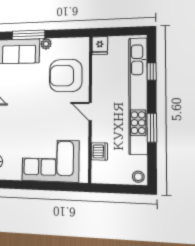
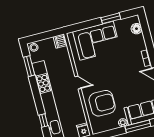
window: (152, 128) -> (29, 66), moved
dishwasher: (99, 151) -> (60, 41), moved
window: (24, 185) -> (111, 18), added

